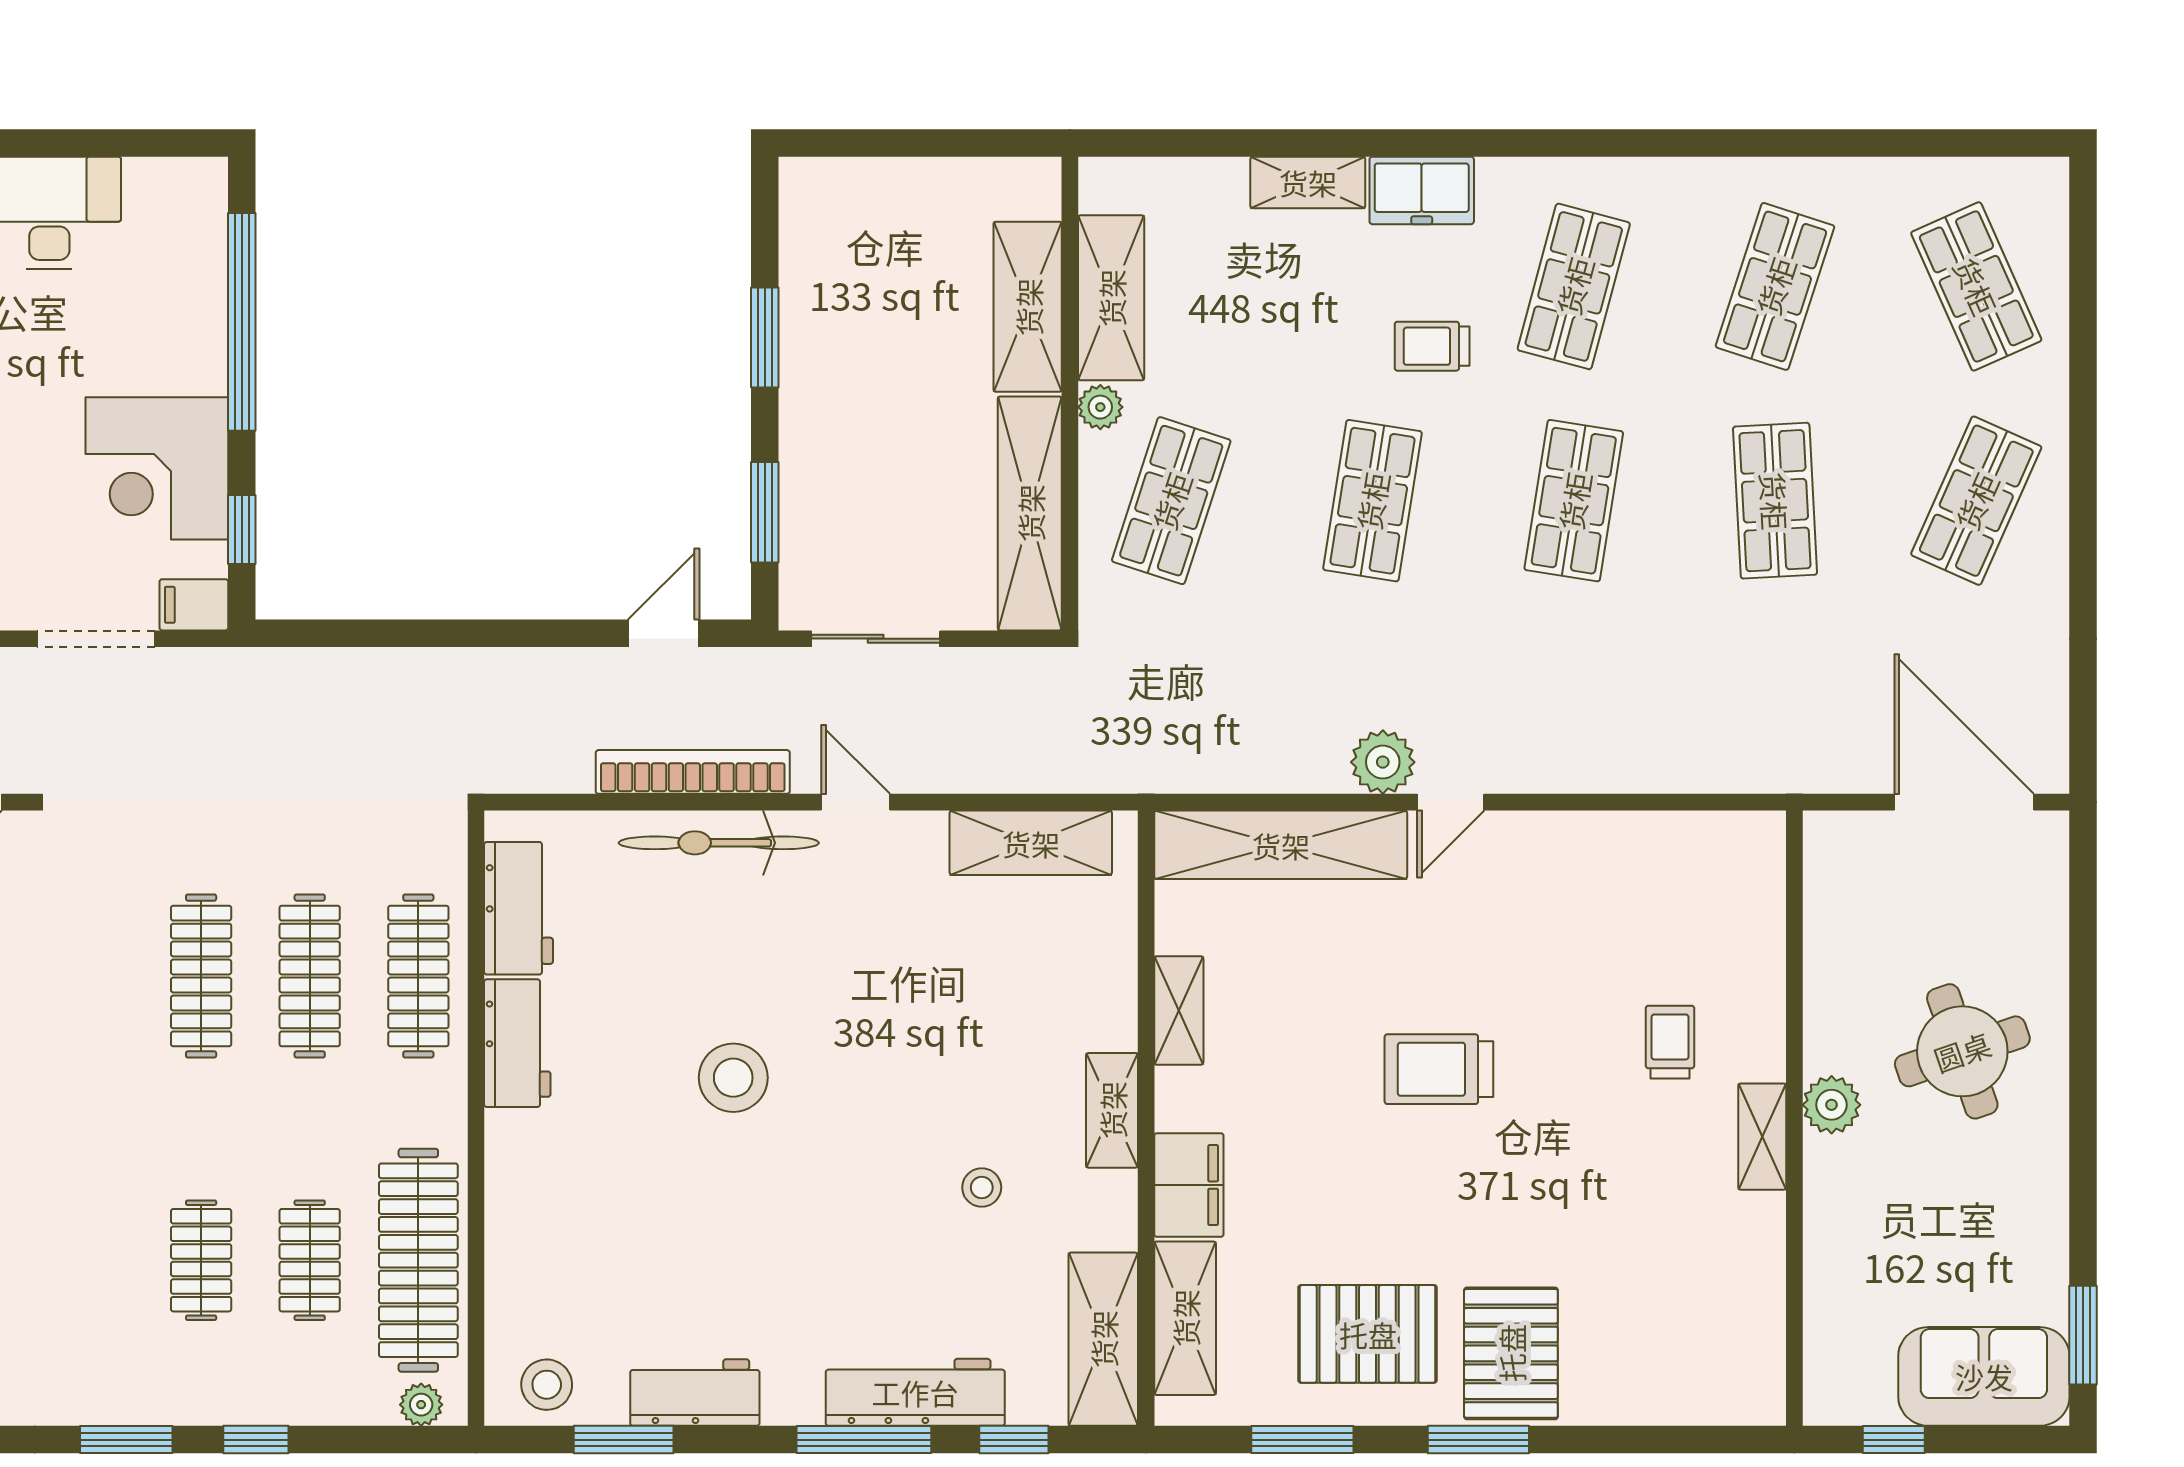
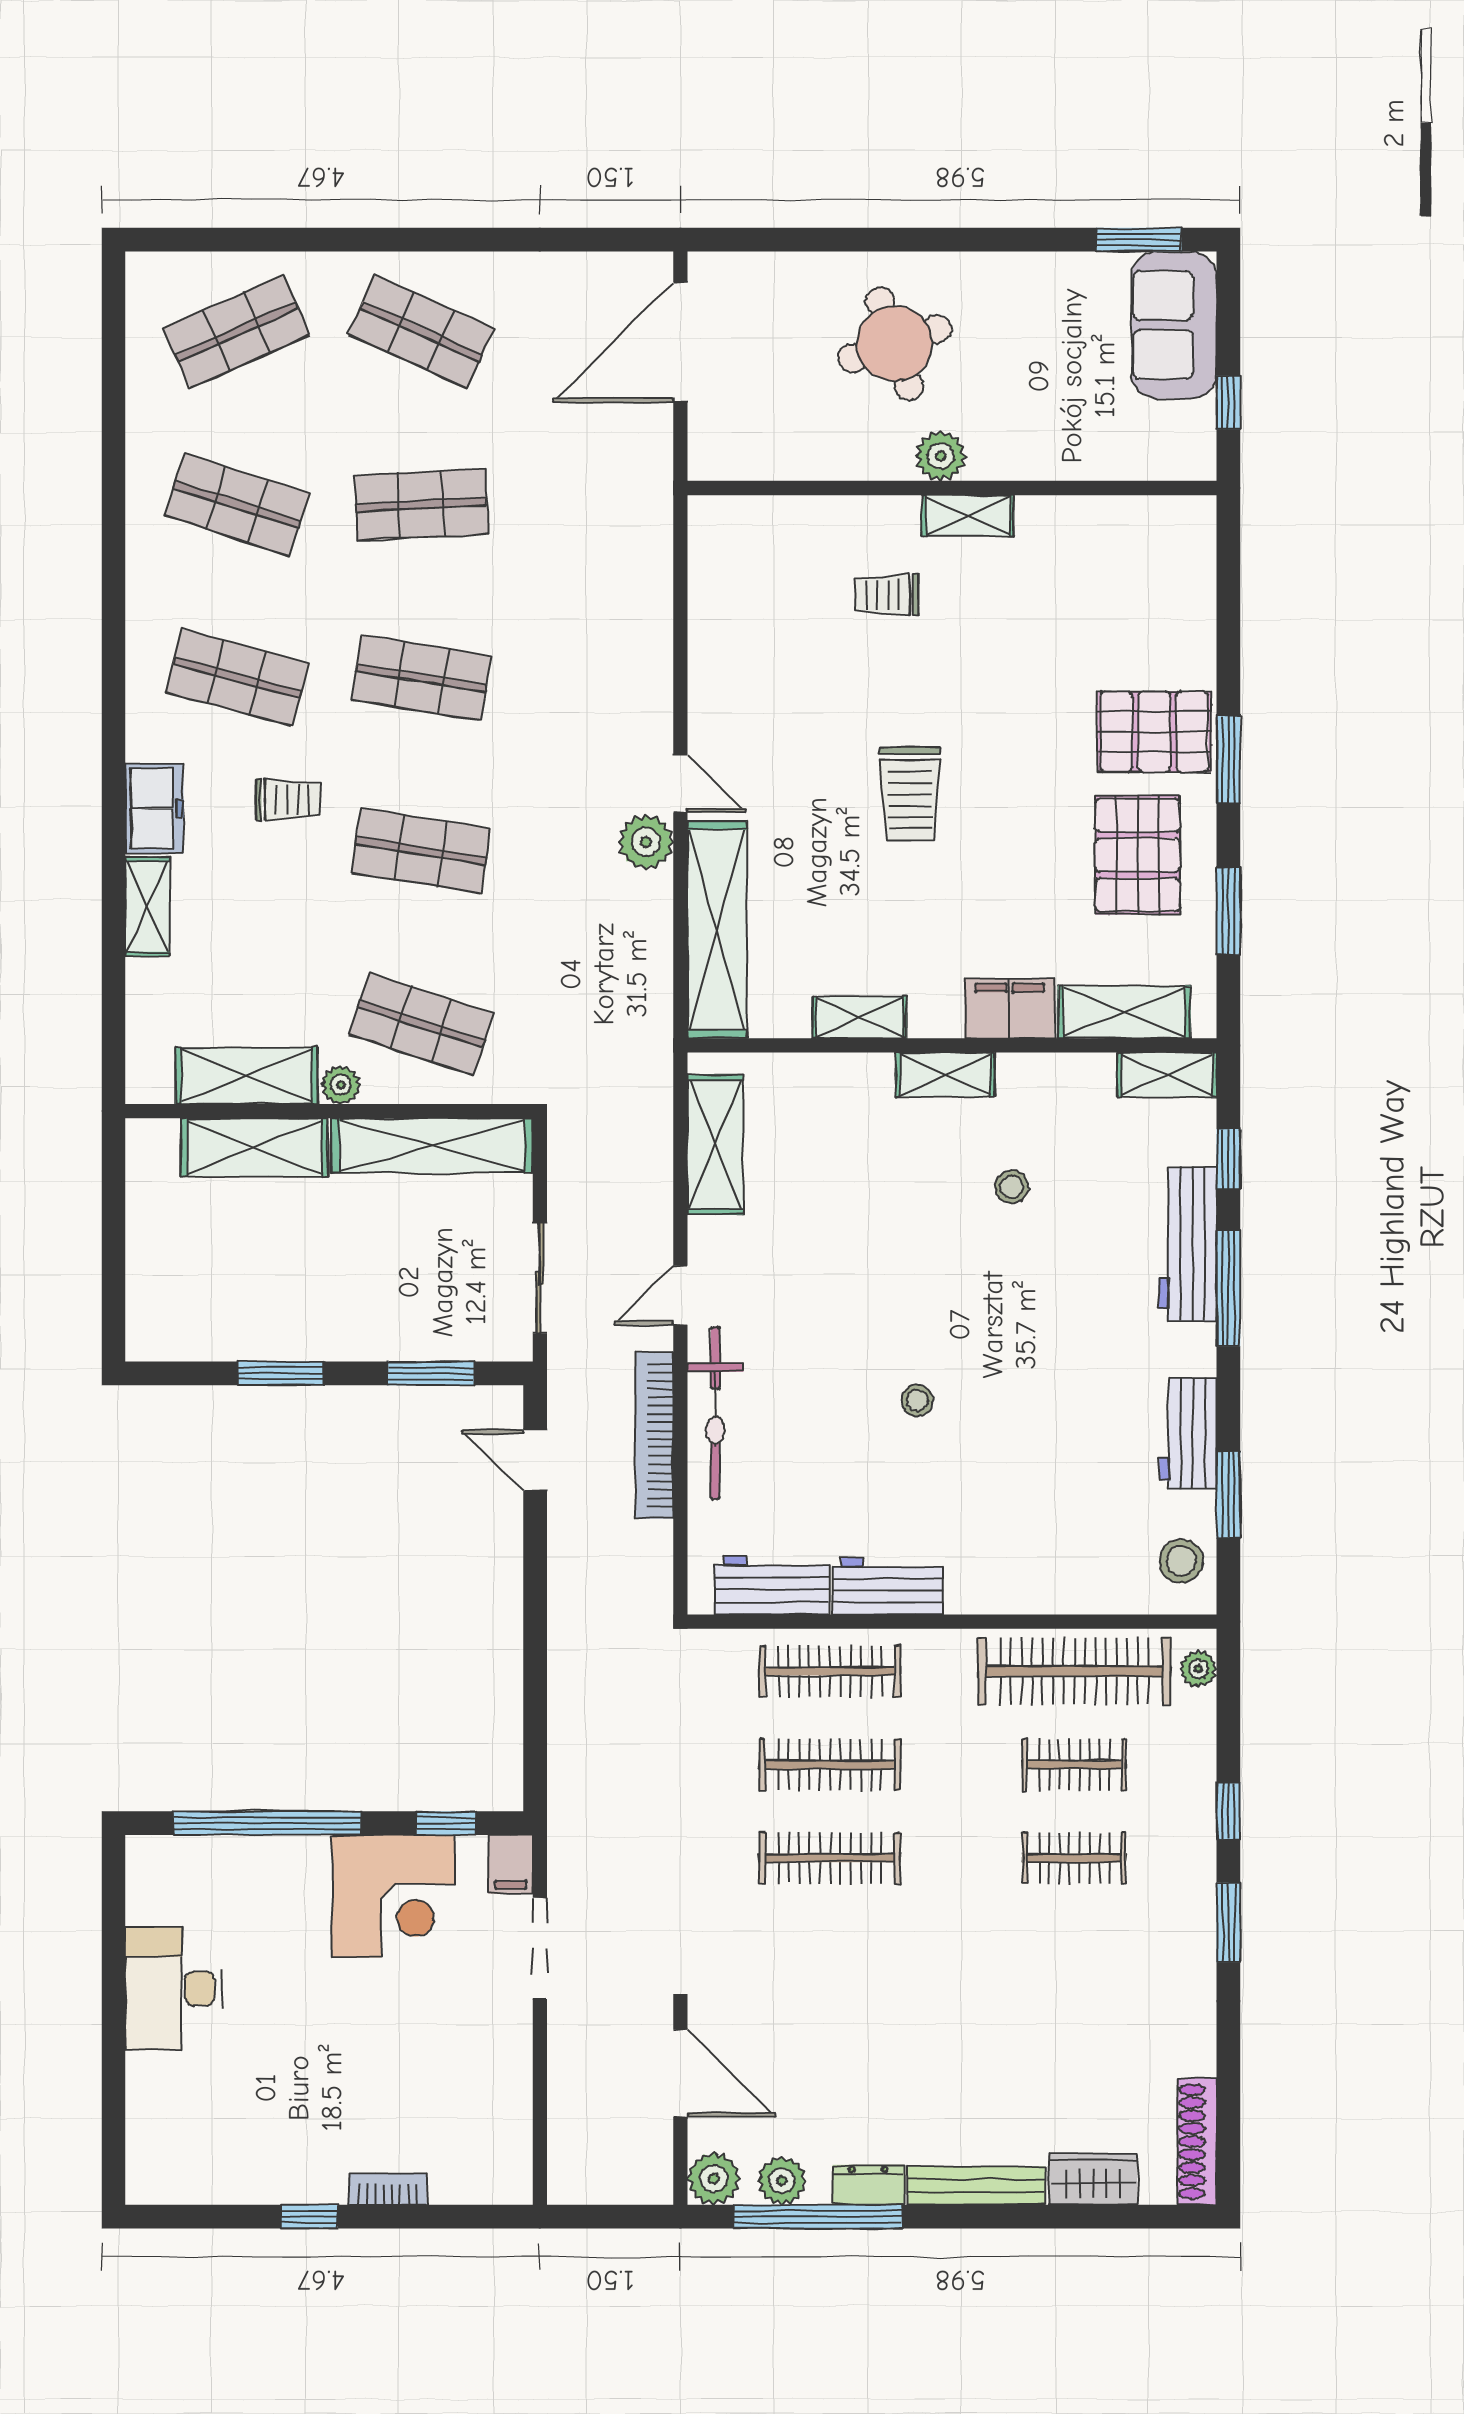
trolley: (1432, 346) -> (288, 800), turned -90
stool: (733, 1078) -> (917, 1400), width x0.53, depth x0.53
shelving: (1103, 1339) -> (1167, 1075), width x0.67, depth x0.75

